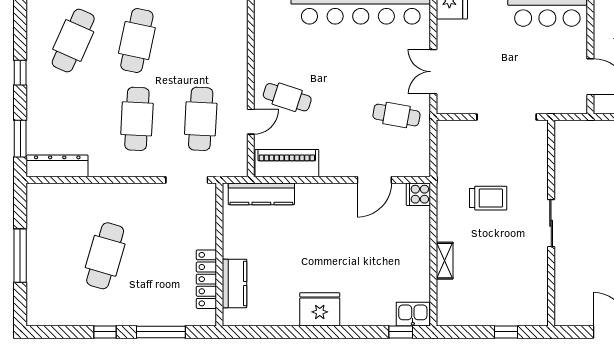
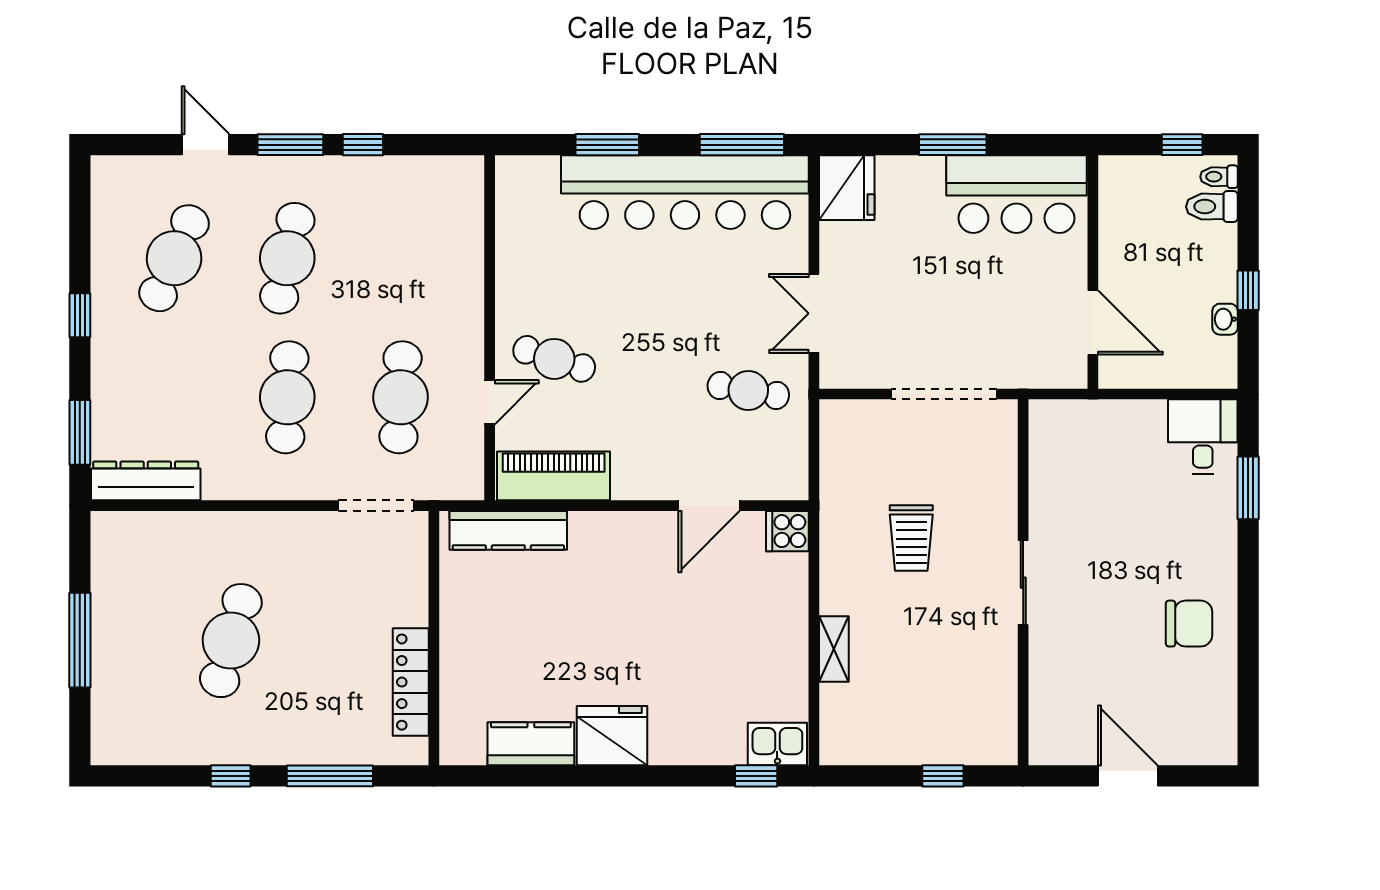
trolley: (488, 198) -> (911, 538), turned 90
kitchen counter: (234, 284) -> (531, 744), moved, turned -90

